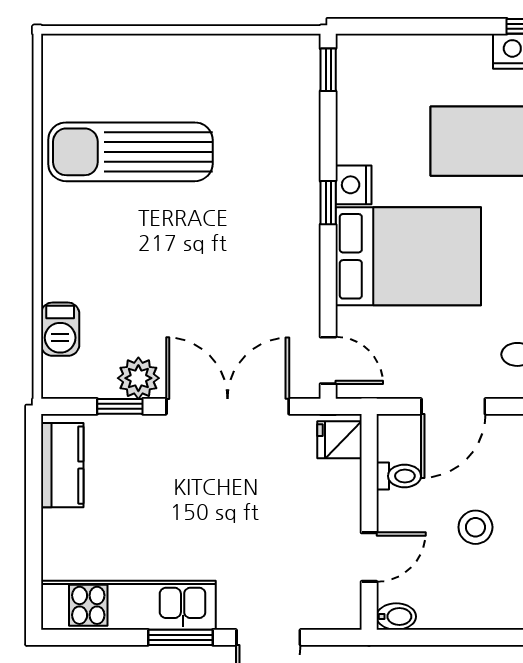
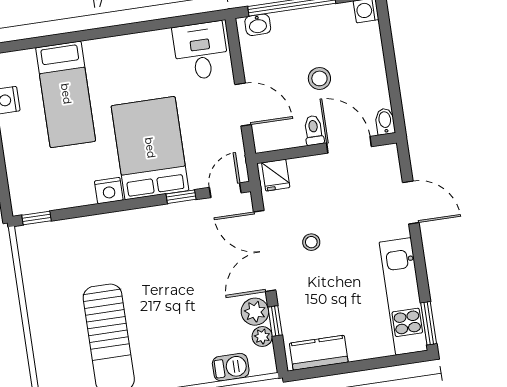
window: (328, 203) -> (181, 197), moved
plant: (99, 384) -> (262, 337), added
toilet: (399, 476) -> (314, 130), moved
stool: (231, 479) -> (311, 242), added
door: (369, 557) -> (349, 145), width x1.37
window: (180, 637) -> (429, 323), moved

